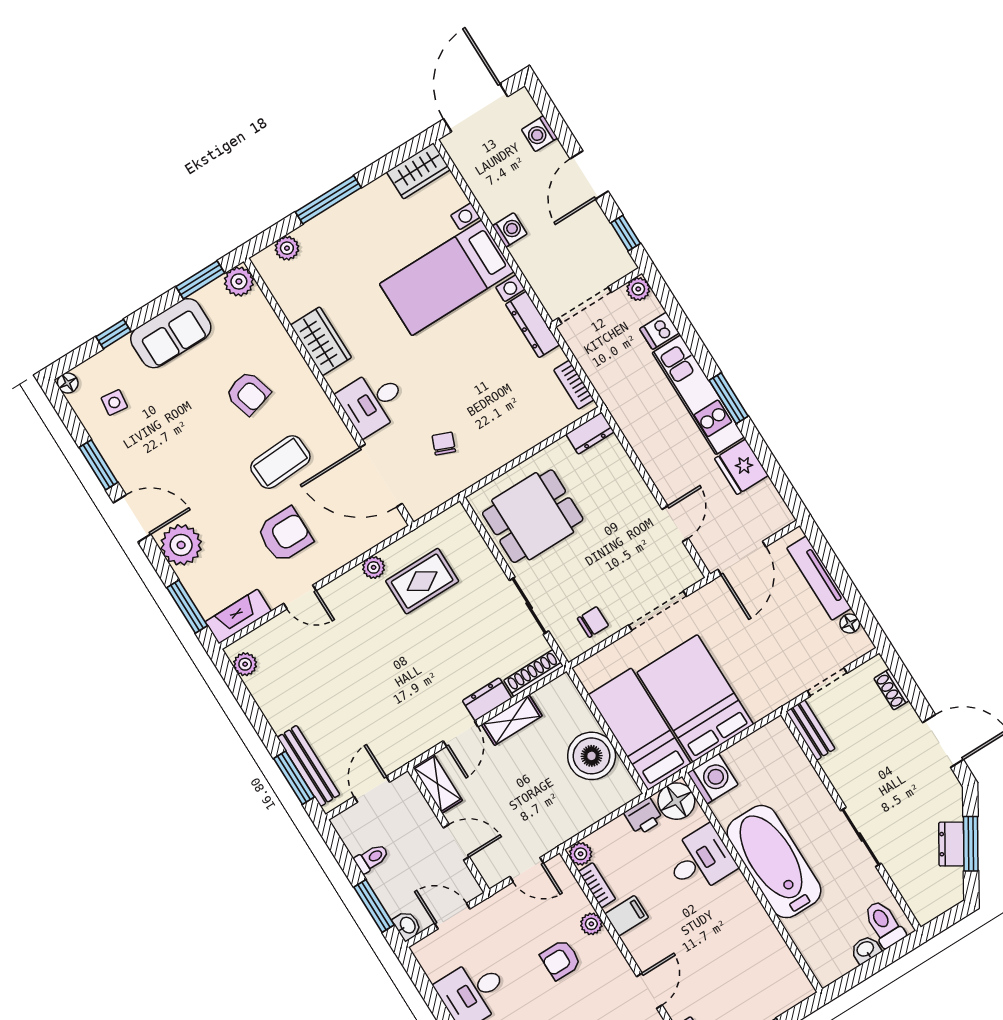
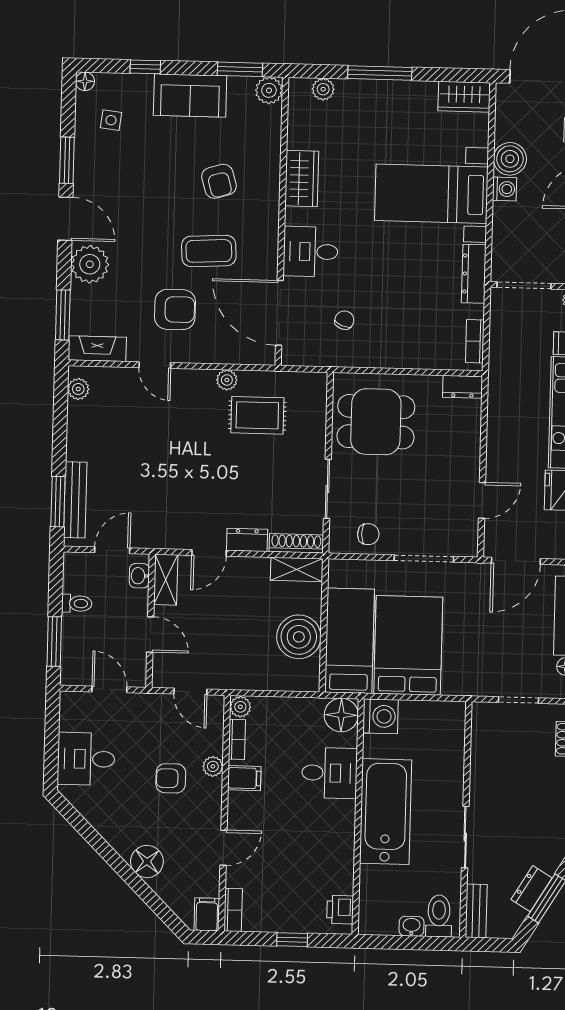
boiler: (497, 199) -> (510, 159), added
shelving: (512, 720) -> (297, 569), moved
bench: (810, 730) -> (476, 911), moved
printer: (644, 816) -> (340, 910), moved, turned 90
washbasin: (407, 925) -> (139, 576), moved, turned 180

